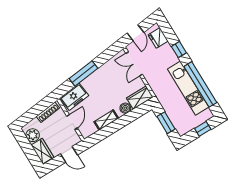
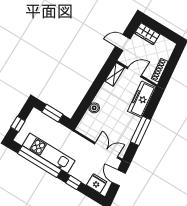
window: (84, 73) -> (141, 131), moved
freezer: (74, 97) -> (142, 99), width x1.40
wardrobe: (140, 98) -> (86, 123), removed
shelving: (106, 120) -> (115, 74), moved
door: (72, 122) -> (134, 72), swing flipped
plant: (33, 135) -> (163, 43), removed

